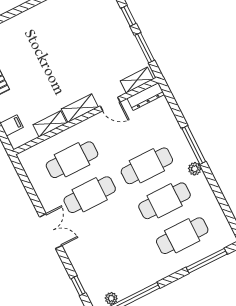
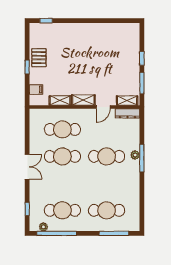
door: (110, 104) -> (103, 107), hinge flipped
plant: (195, 169) -> (135, 155), moved
cafe table: (165, 201) -> (62, 210), moved

